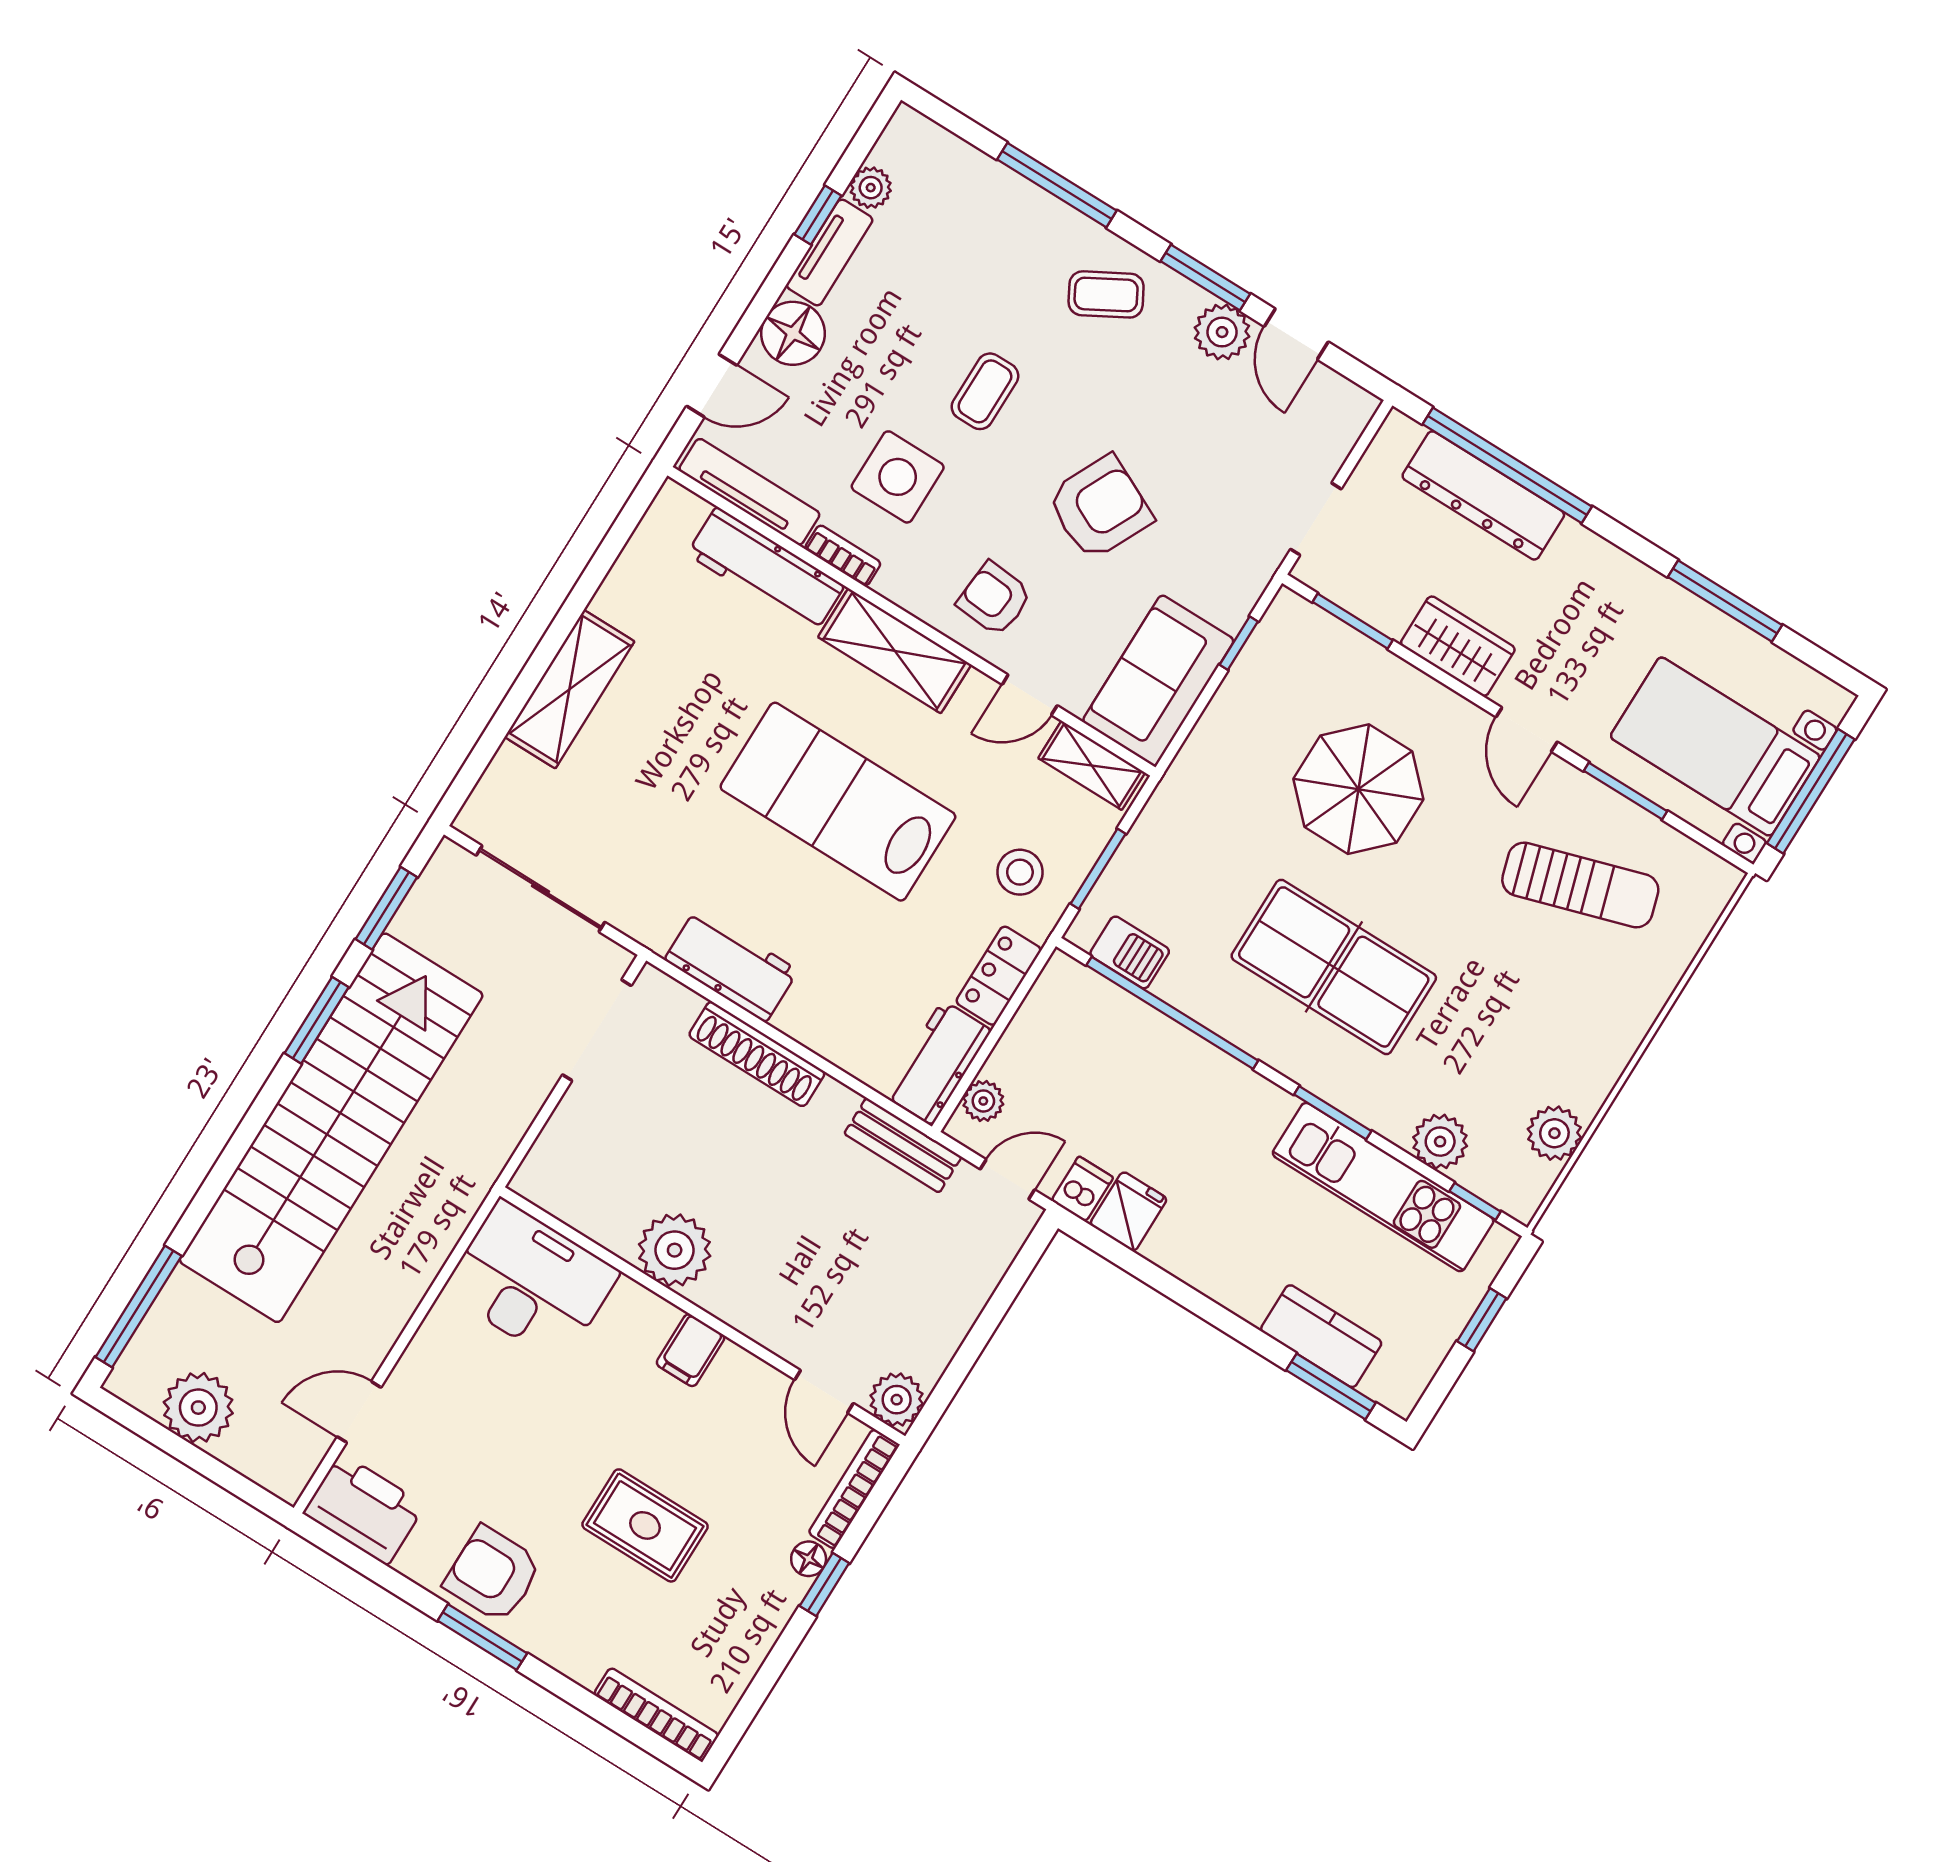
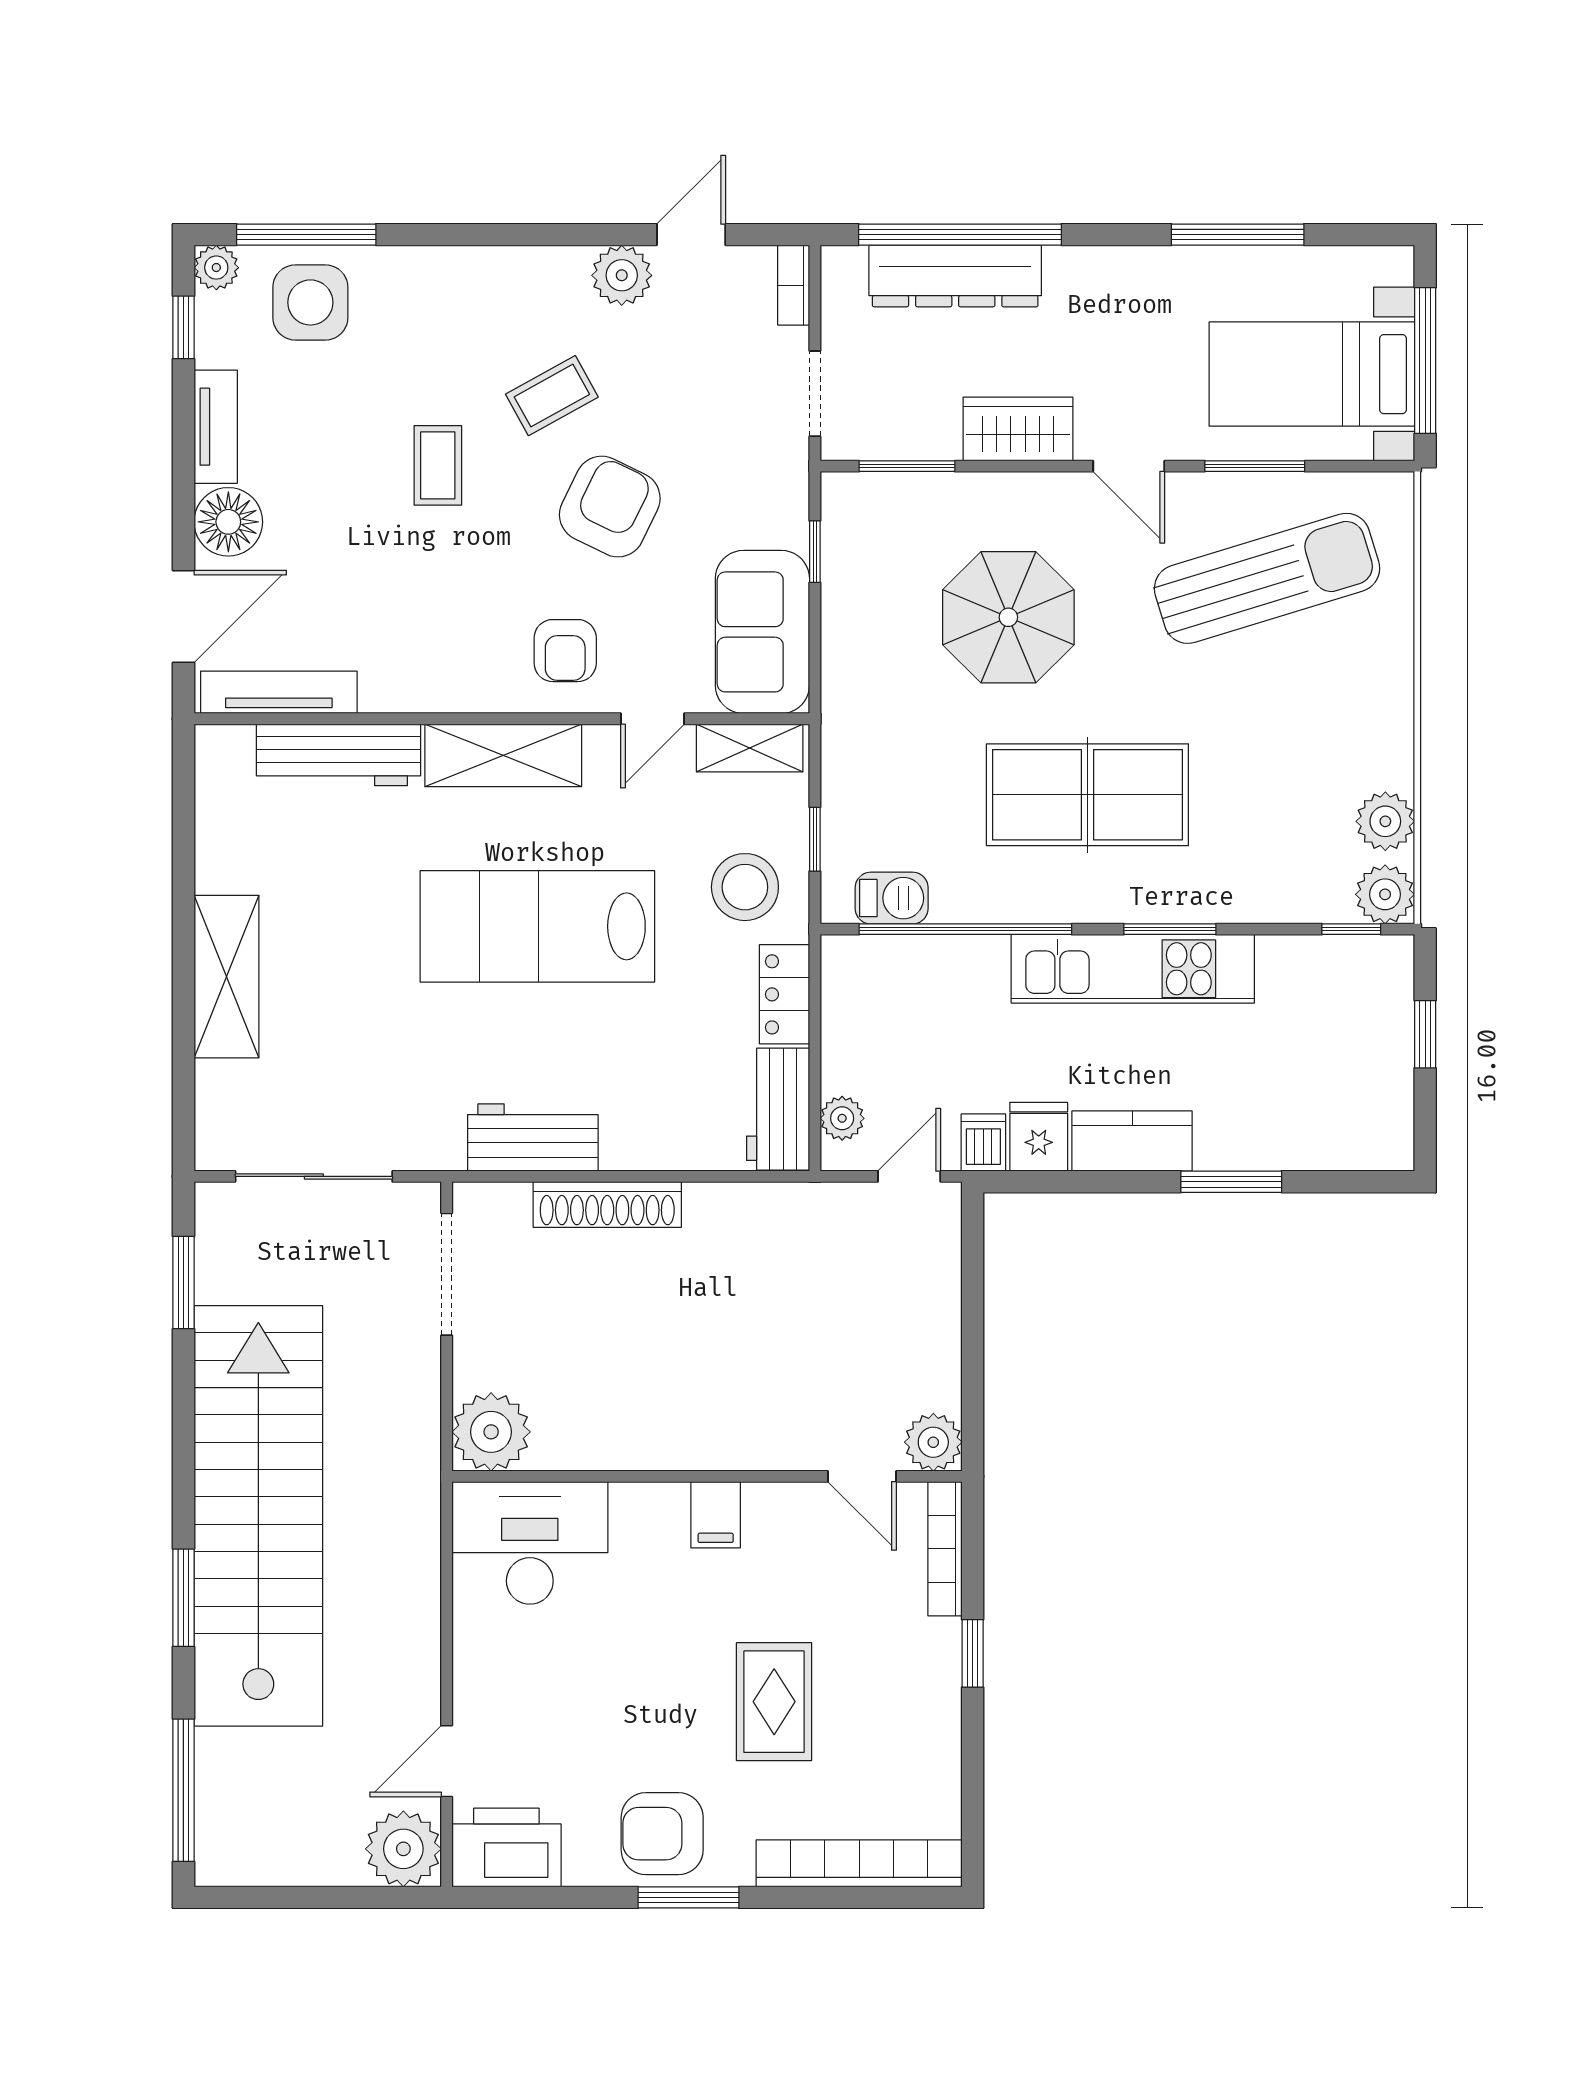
window: (1057, 185) -> (306, 235), moved
plant: (871, 188) -> (216, 268), moved
window: (818, 215) -> (183, 327), moved
window: (1205, 278) -> (575, 235), removed
coffee table: (1106, 294) -> (552, 396), moved
door: (1296, 334) -> (691, 235), swing flipped
door: (712, 386) -> (183, 616), width x1.38
side table: (898, 477) -> (310, 302), moved
bookcase: (843, 556) -> (794, 285), moved, turned -90
armchair: (994, 599) -> (565, 651), turned -95
window: (1098, 869) -> (815, 839), width x0.67
stool: (1020, 872) -> (745, 887), width x1.38, depth x1.38
sun lounger: (1580, 885) -> (1267, 578), width x1.36, depth x1.34
window: (317, 1020) -> (183, 1598), moved
plant: (1440, 1142) -> (1385, 894), moved
bench: (903, 1145) -> (793, 1205), removed
kitchen unit: (1383, 1187) -> (1133, 969), moved
plant: (675, 1250) -> (491, 1432), moved
kitchen counter: (1321, 1336) -> (1132, 1141), moved
window: (1331, 1386) -> (1231, 1182), moved
plant: (198, 1408) -> (403, 1849), moved
rug: (645, 1525) -> (774, 1702), turned 90
floor lamp: (809, 1559) -> (943, 1639), removed
bookcase: (656, 1714) -> (859, 1863), width x1.48, depth x1.31

